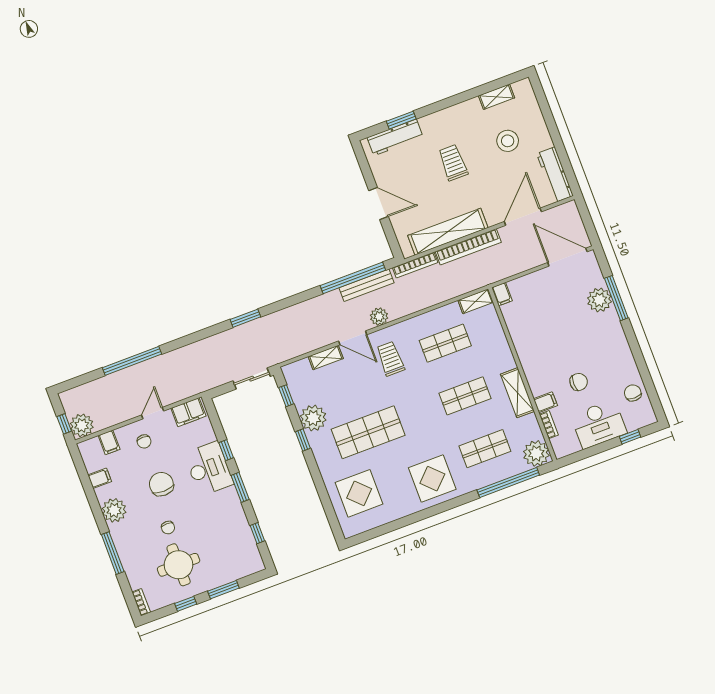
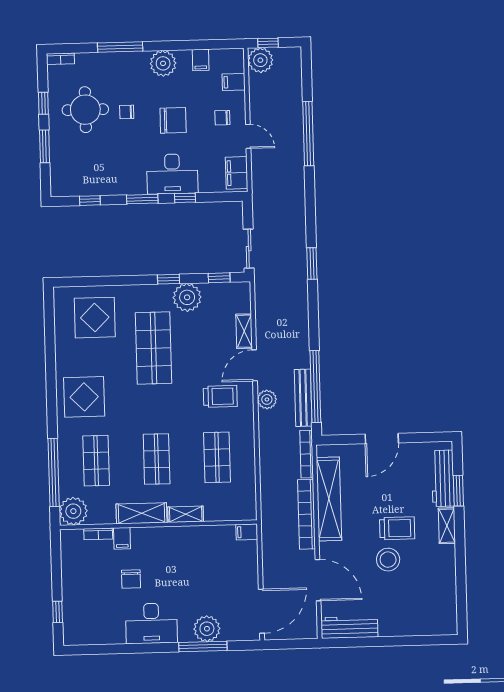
shelving: (496, 97) -> (447, 526), moved
stool: (508, 141) -> (388, 560), moved
shelving: (476, 301) -> (186, 514), moved, turned 90
chair: (633, 393) -> (101, 630), removed
desk: (599, 424) -> (151, 623), moved, turned -90

